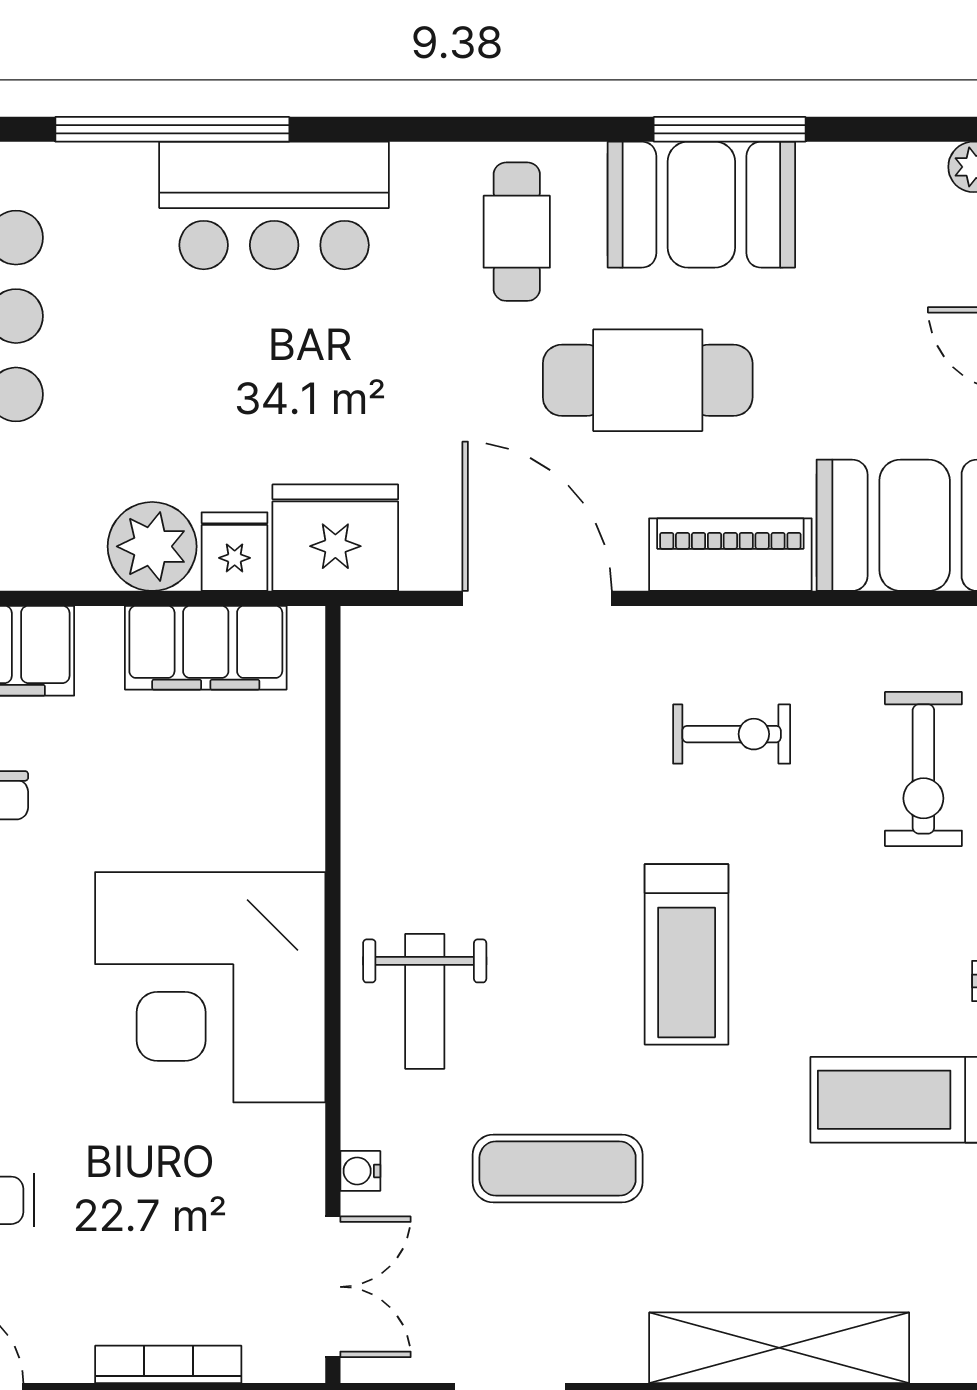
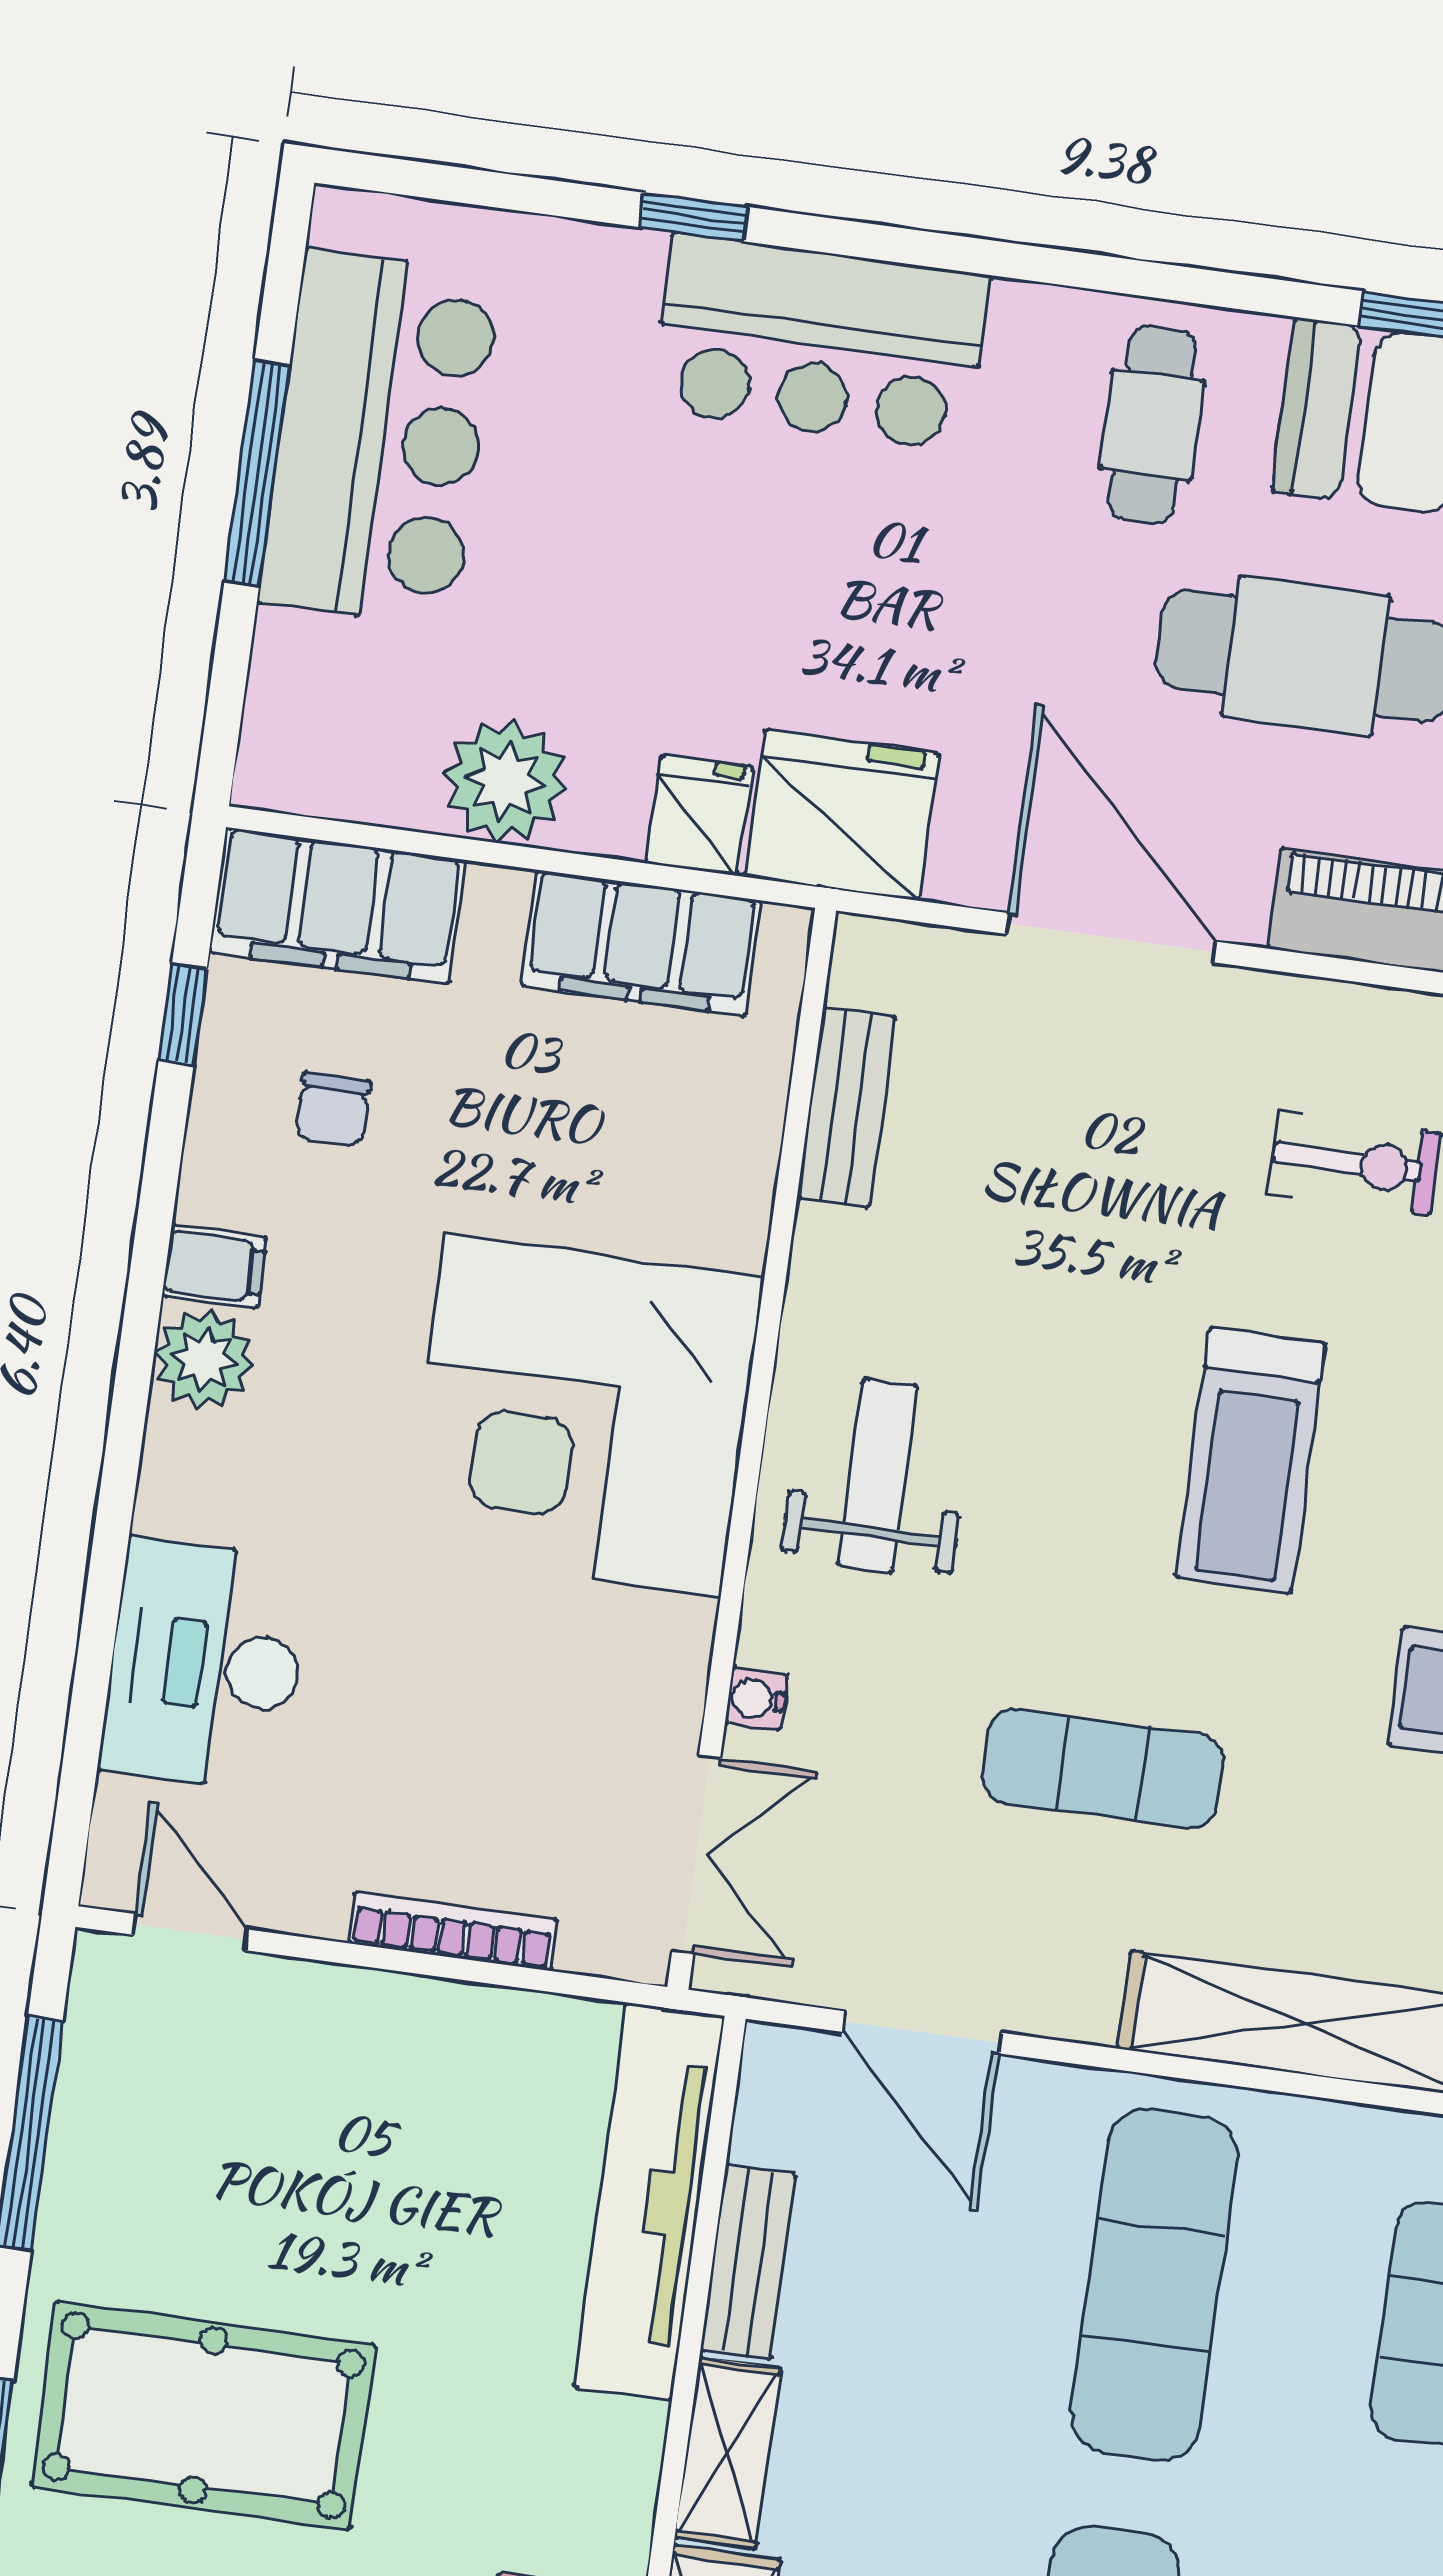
window: (172, 129) -> (693, 217), width x0.32
plant: (152, 546) -> (505, 781), moved
bench: (367, 744) -> (846, 1107), added
weight bench: (425, 1001) -> (878, 1476), turned 180
exercise mat: (558, 1168) -> (1103, 1769), moved

